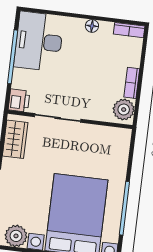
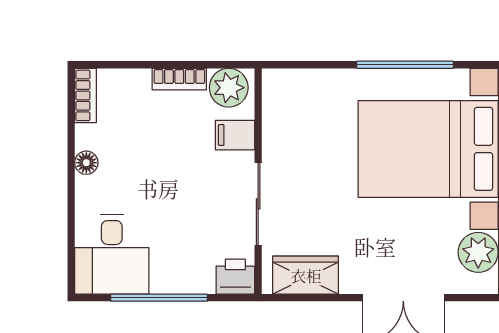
desk: (39, 41) -> (112, 254), width x0.73
filing cabinet: (97, 110) -> (235, 135), added

